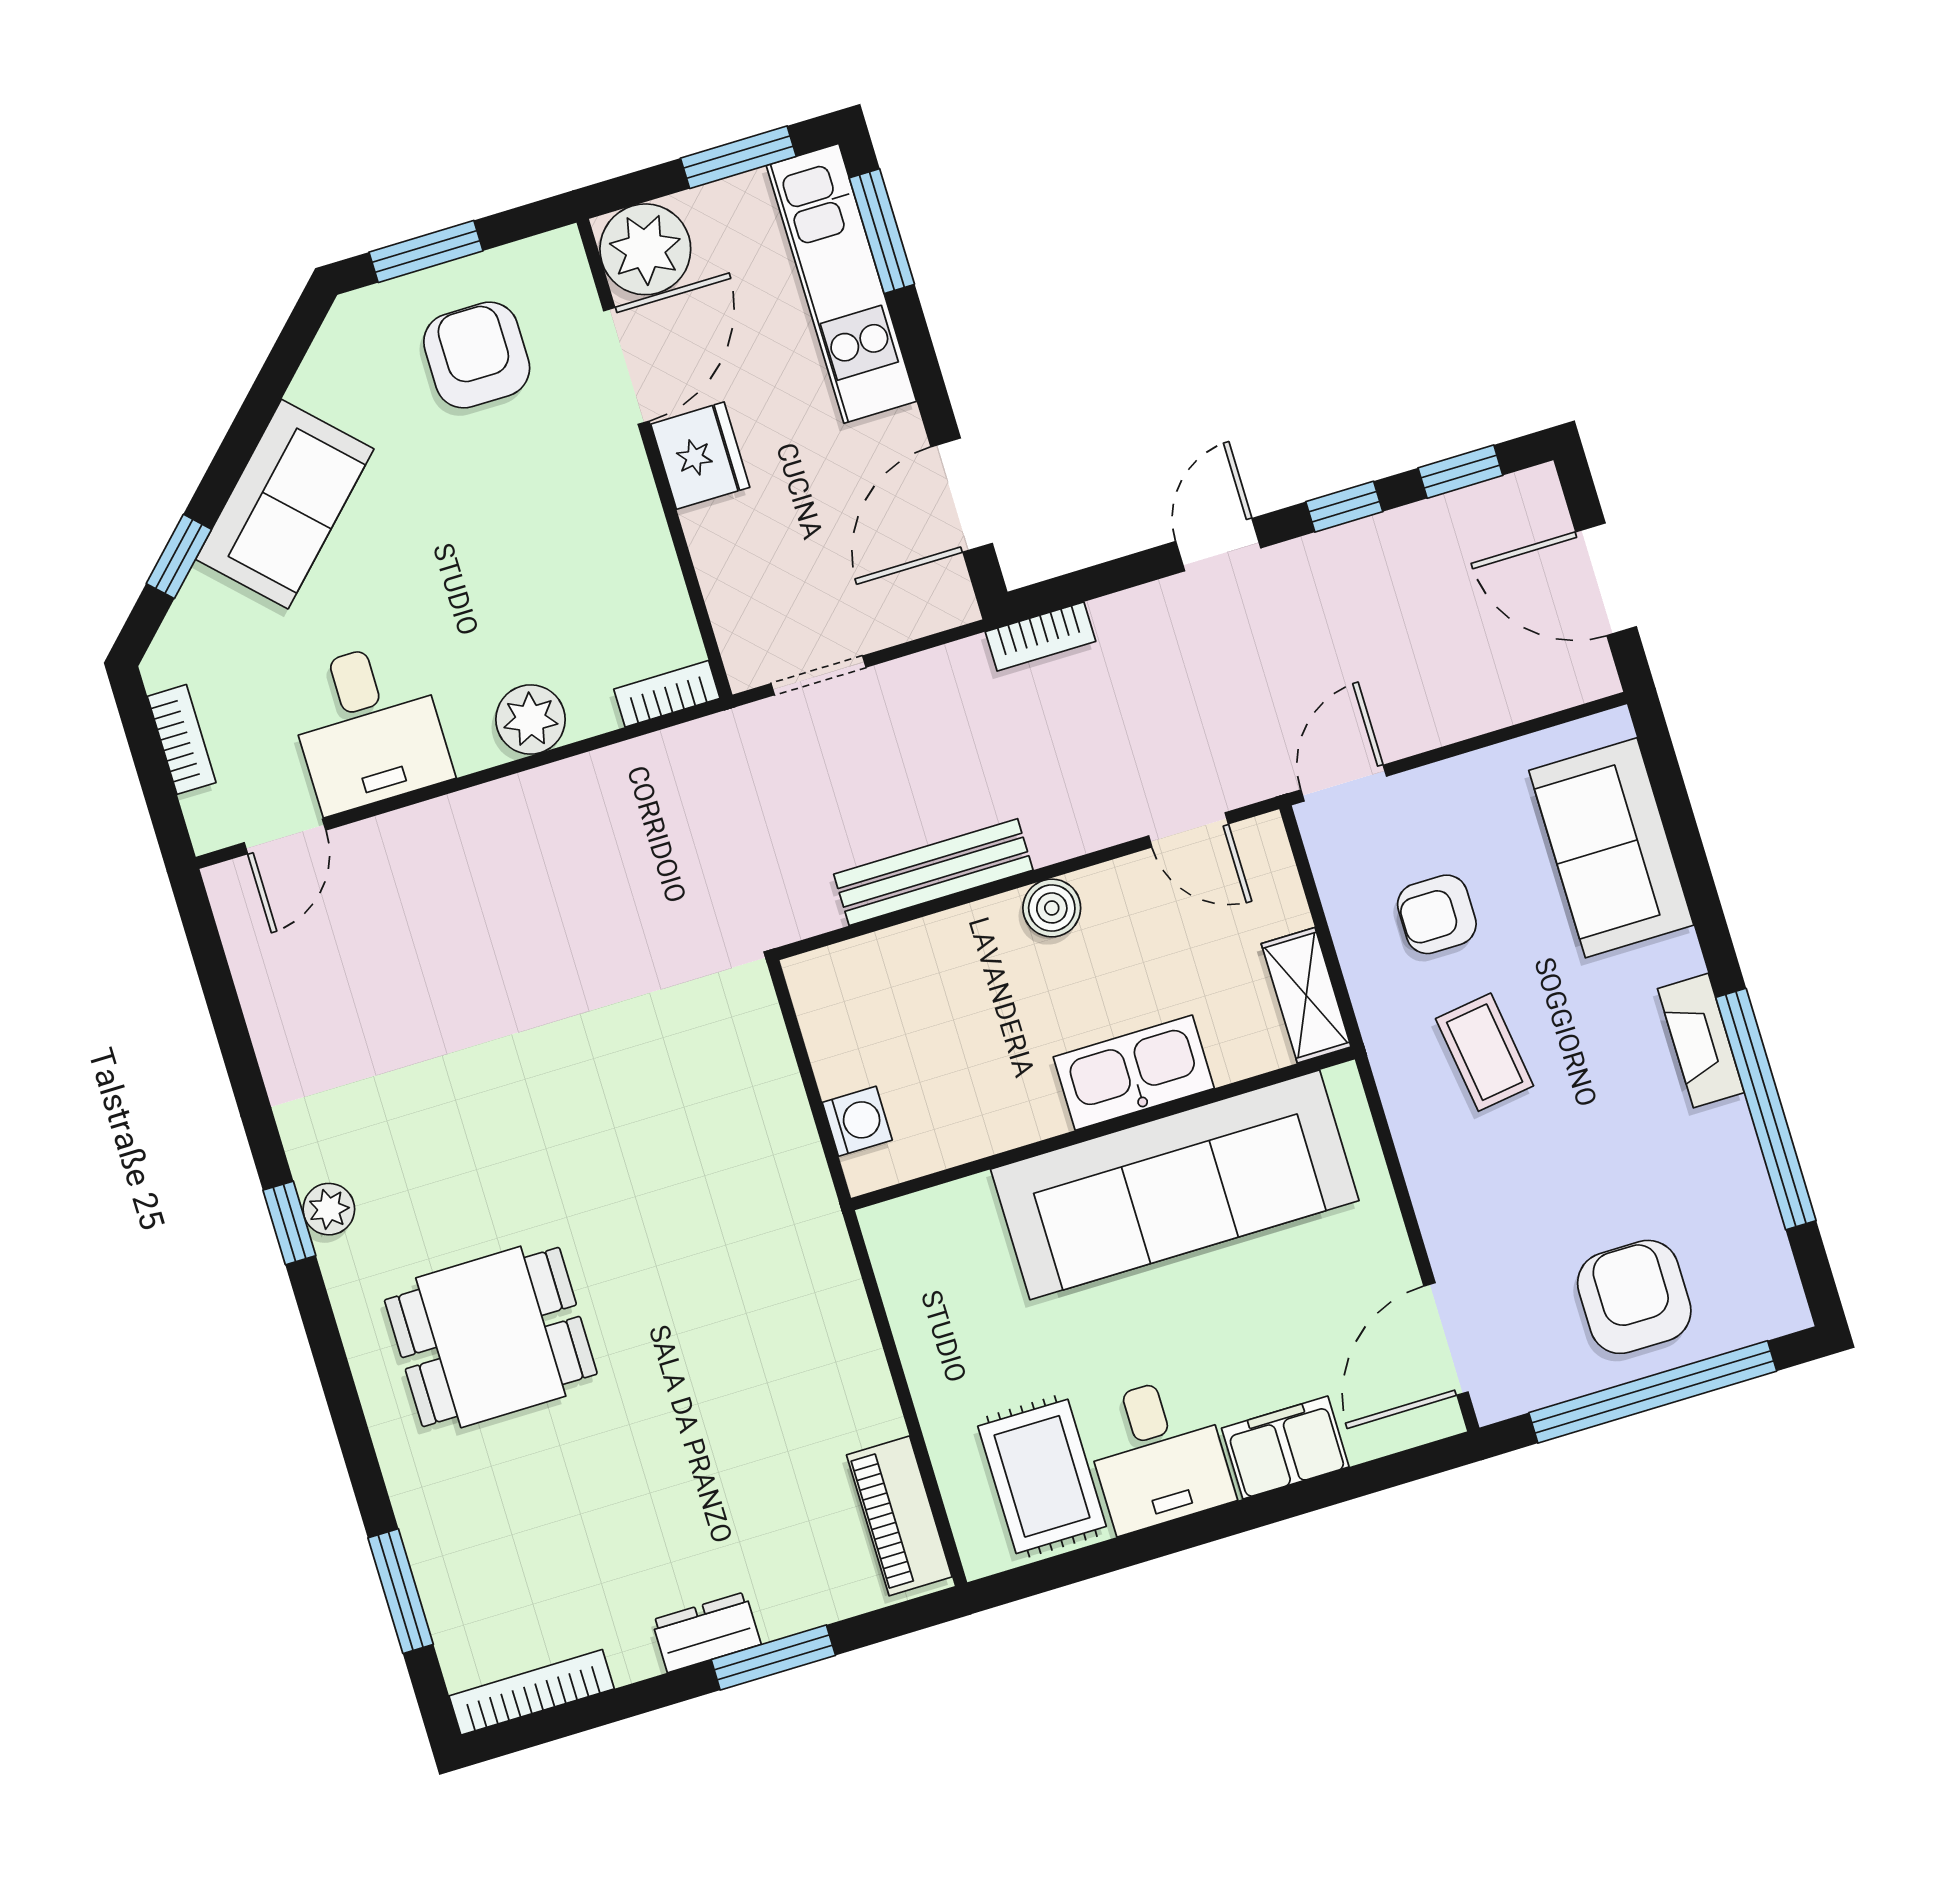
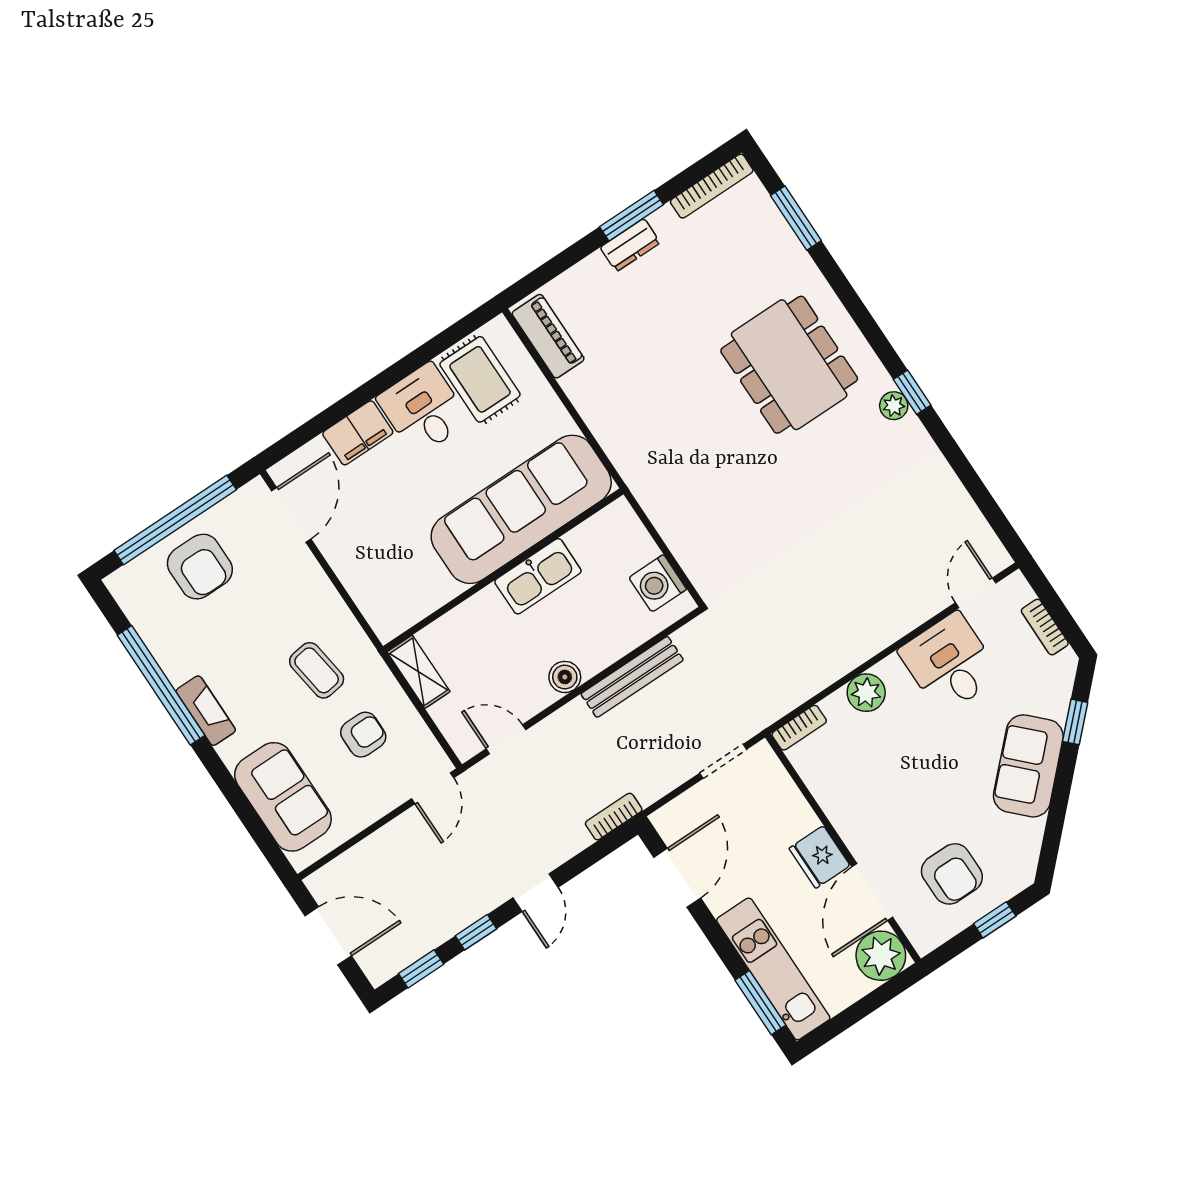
window: (738, 157) -> (847, 1018), removed
window: (426, 251) -> (995, 920), width x0.67
kitchen sink: (1134, 1073) -> (538, 576), moved
washing machine: (857, 1121) -> (658, 583), moved, width x1.38, depth x1.38
sofa: (1175, 1185) -> (521, 509), moved
dining table: (491, 1337) -> (789, 365), width x1.38
window: (773, 1657) -> (632, 216), moved

